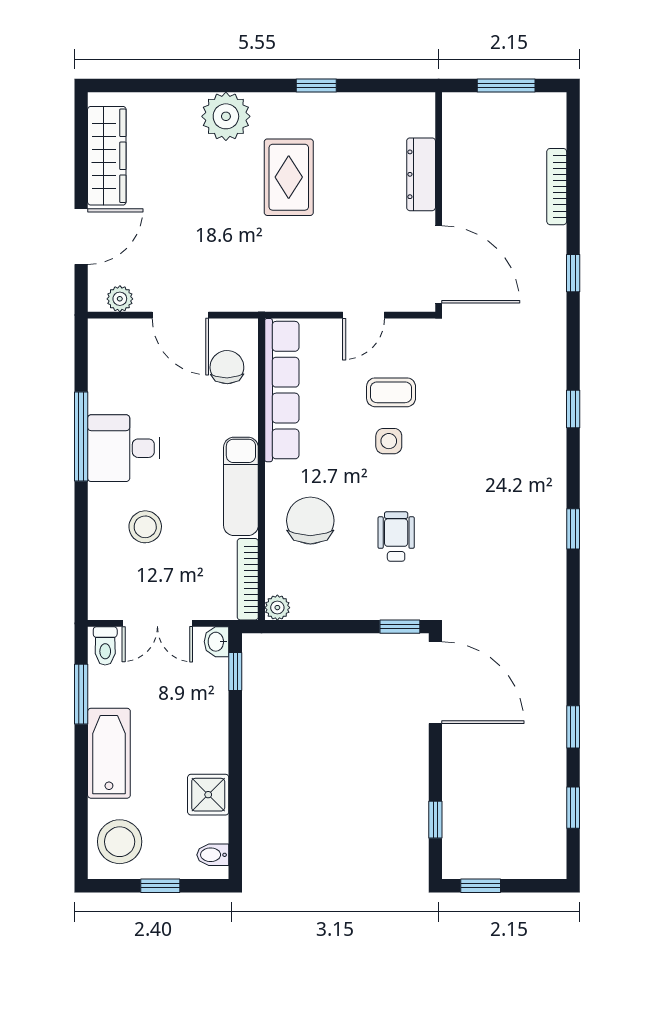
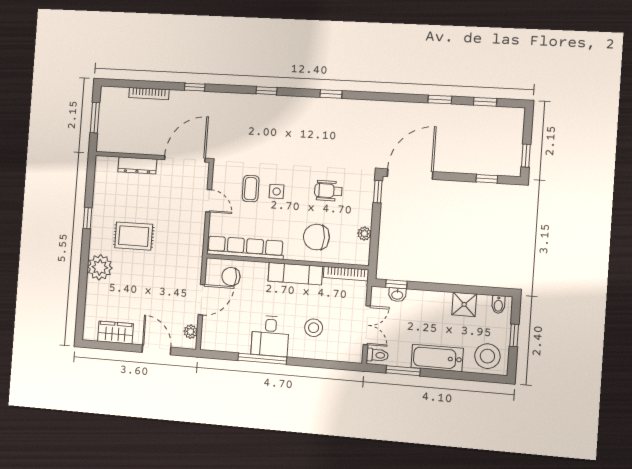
wardrobe: (107, 156) -> (115, 332), width x0.67
plant: (277, 608) -> (364, 234), moved
washbasin: (217, 642) -> (397, 295), moved

